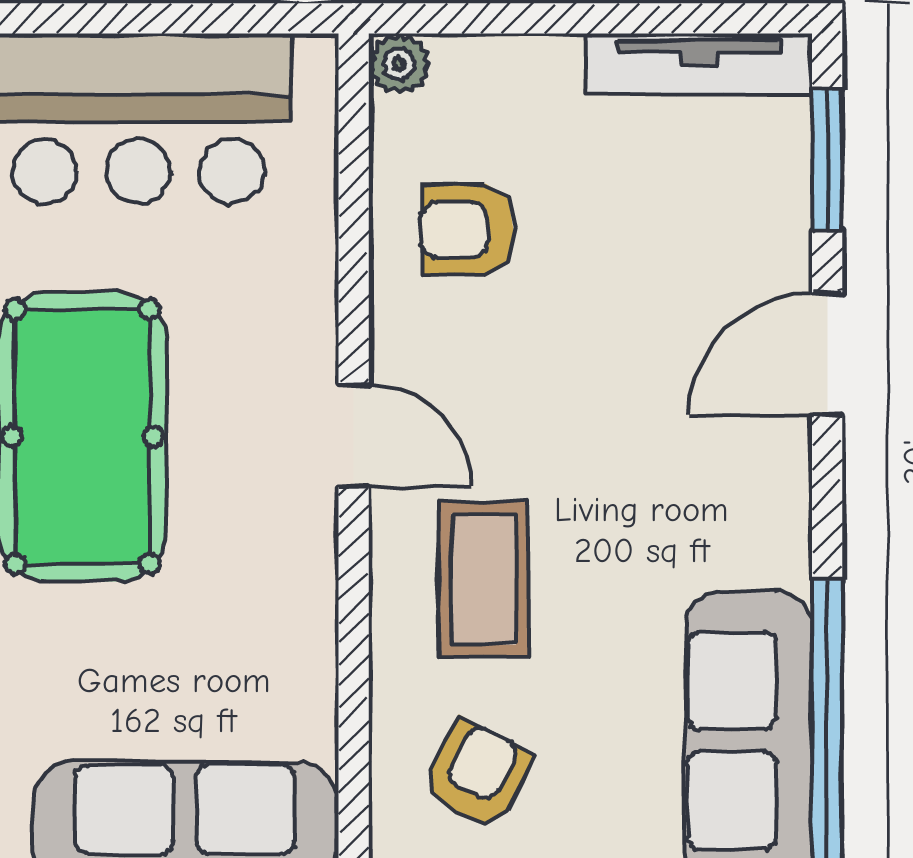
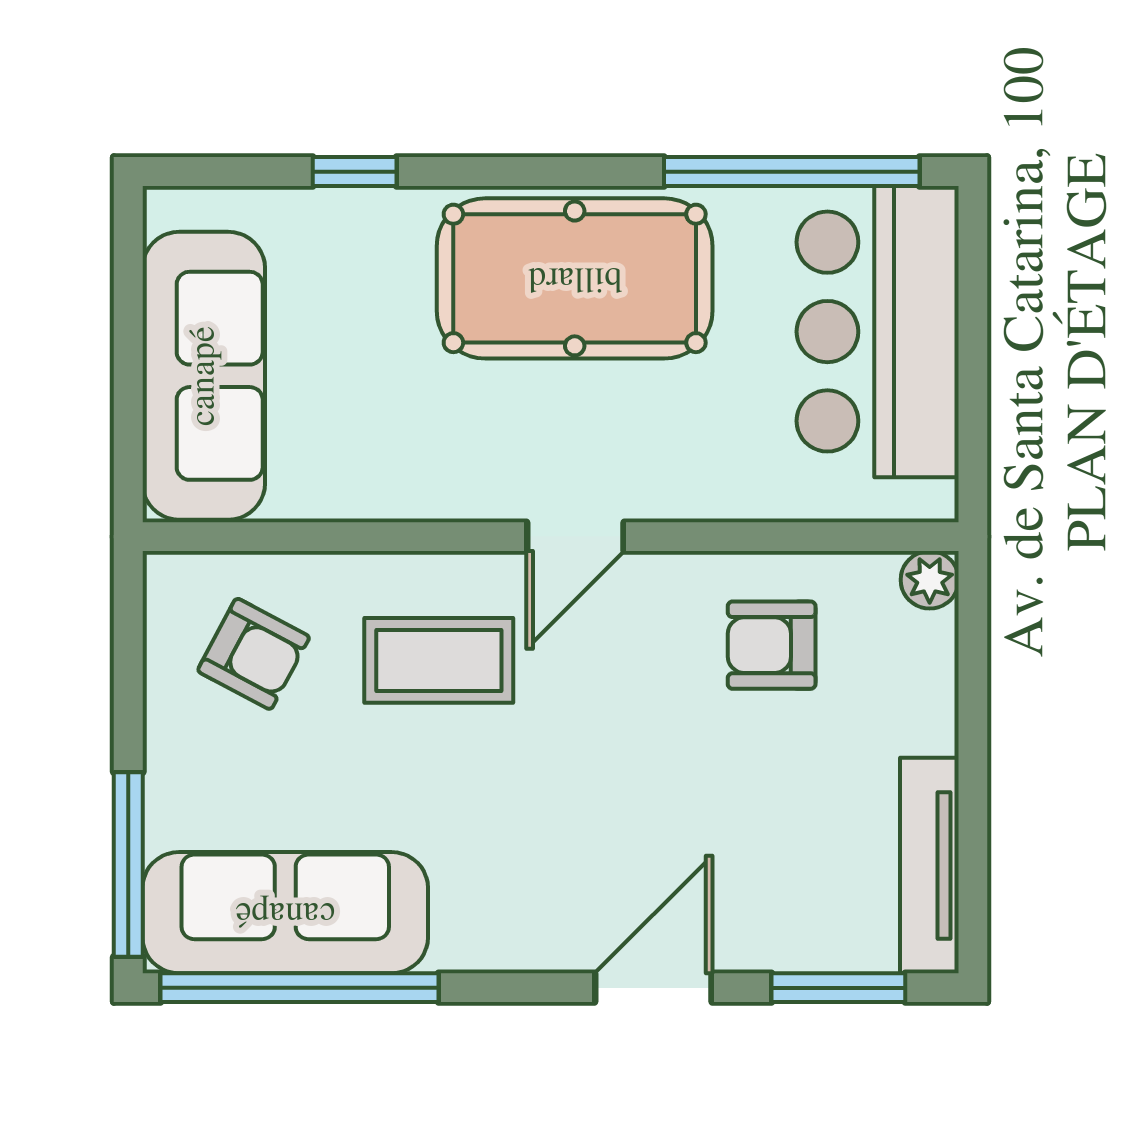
armchair: (468, 230) -> (772, 645), turned -90
door: (827, 354) -> (653, 988), hinge flipped

